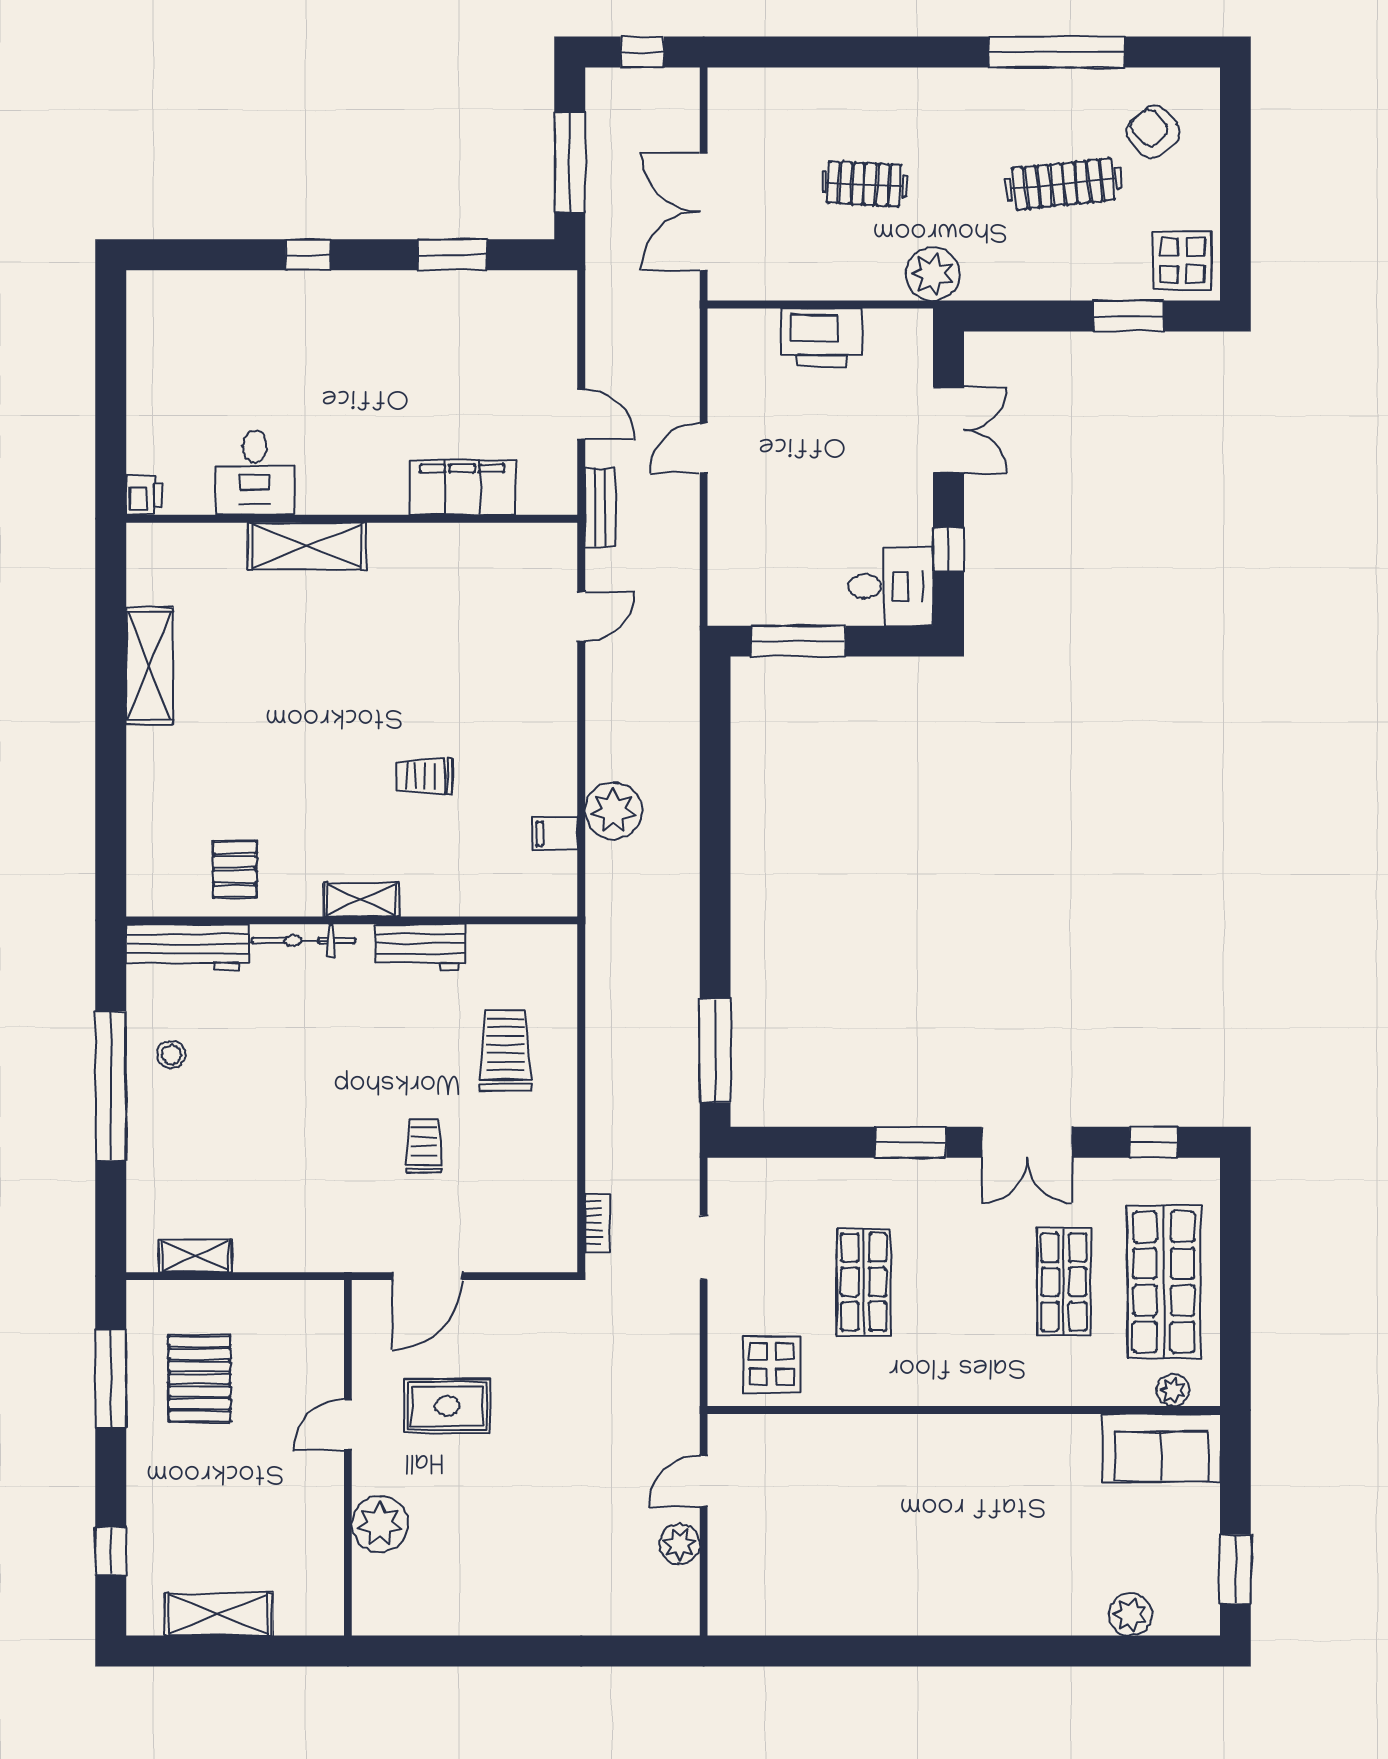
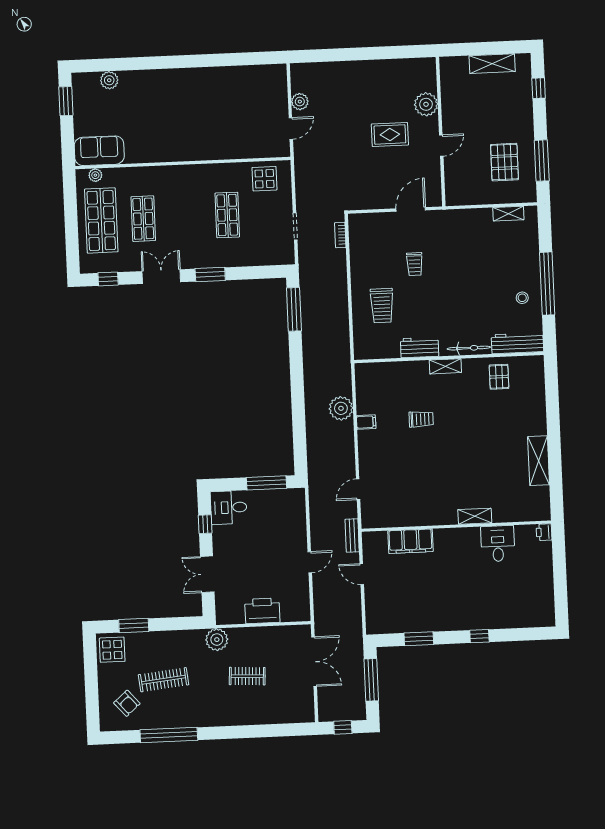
shelving: (307, 546) -> (475, 516), width x0.67, depth x0.75
filing cabinet: (555, 834) -> (366, 422), moved
rug: (447, 1406) -> (390, 134), moved

